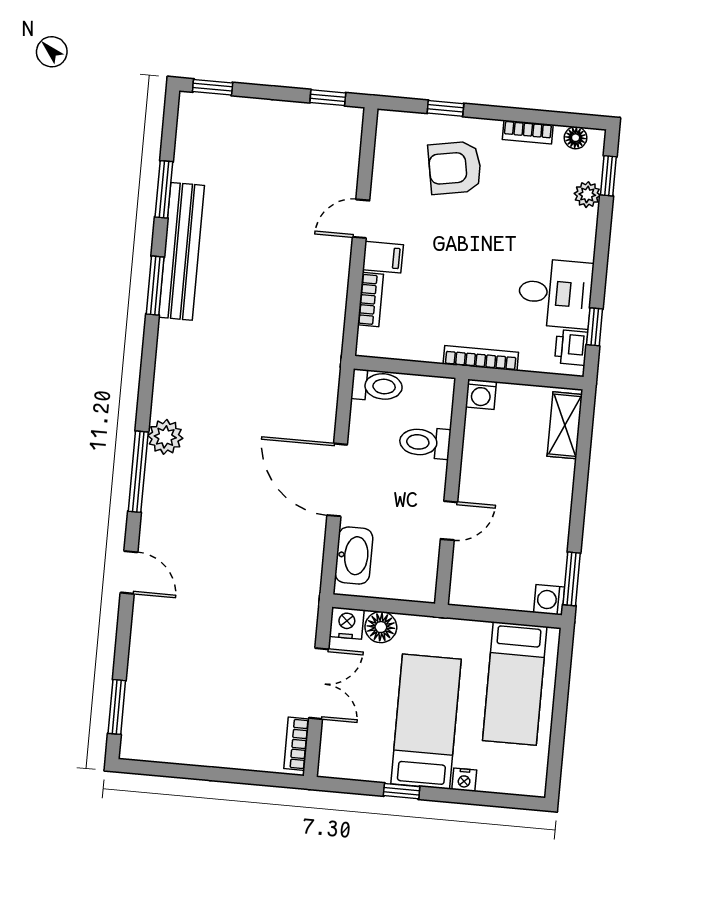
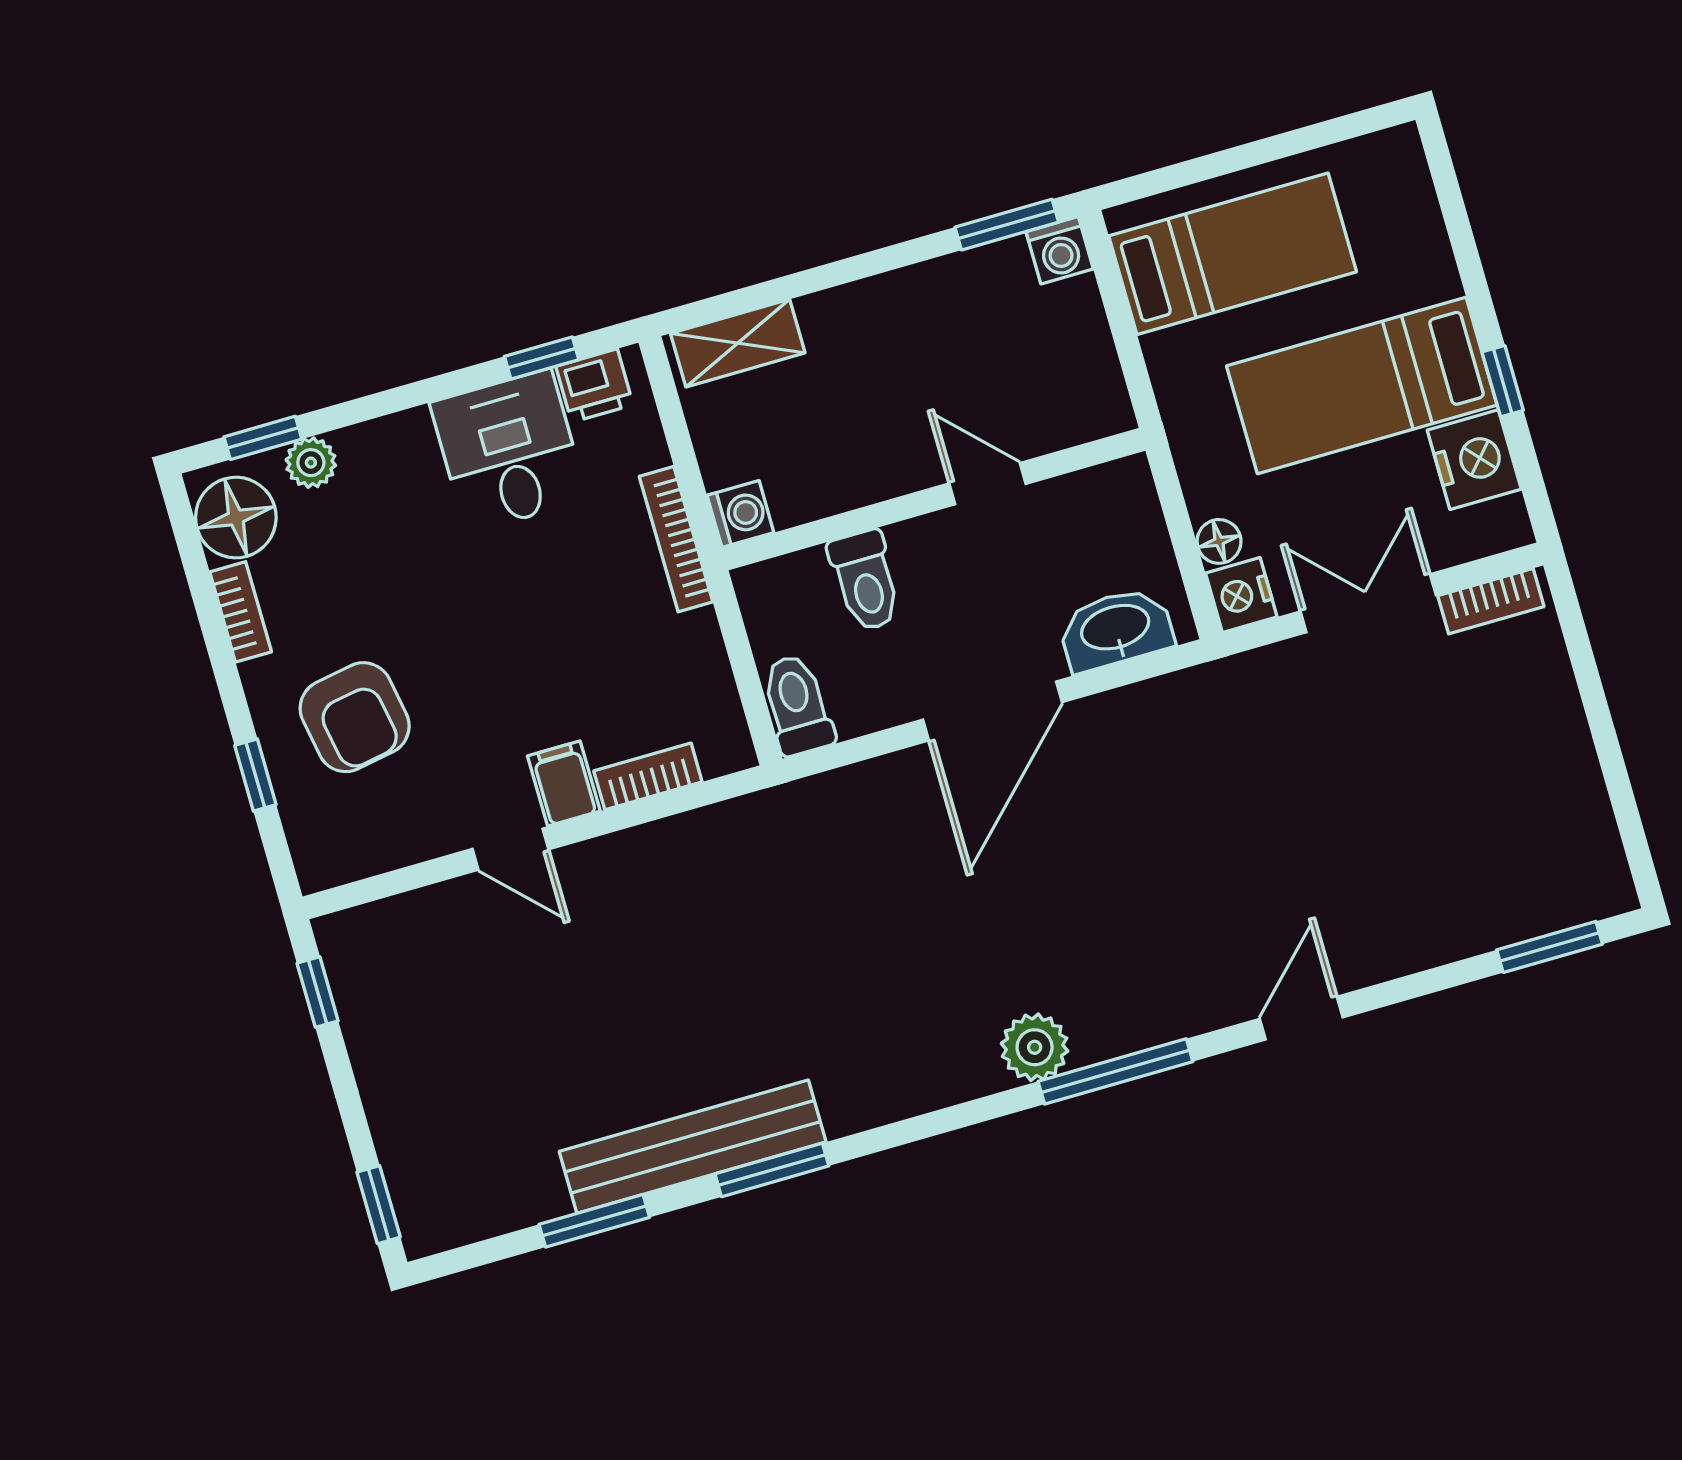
floor lamp: (576, 138) -> (236, 518), width x1.89, depth x1.89
floor lamp: (381, 627) -> (1219, 541), width x0.73, depth x0.73
nightstand: (464, 780) -> (1474, 460), moved, width x1.89, depth x1.79

